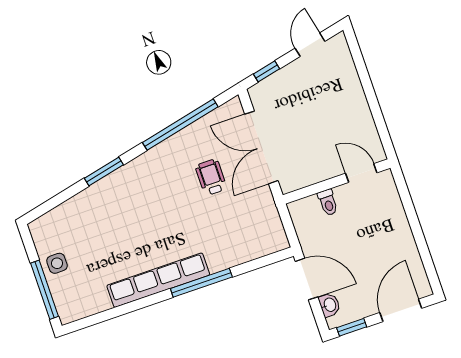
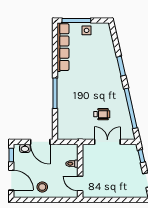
double door: (261, 147) -> (107, 142), width x0.73
door: (361, 173) -> (80, 184), swing flipped
stool: (393, 245) -> (42, 187), added
door: (307, 279) -> (40, 142), hinge flipped
row of seats: (158, 280) -> (63, 47), moved

